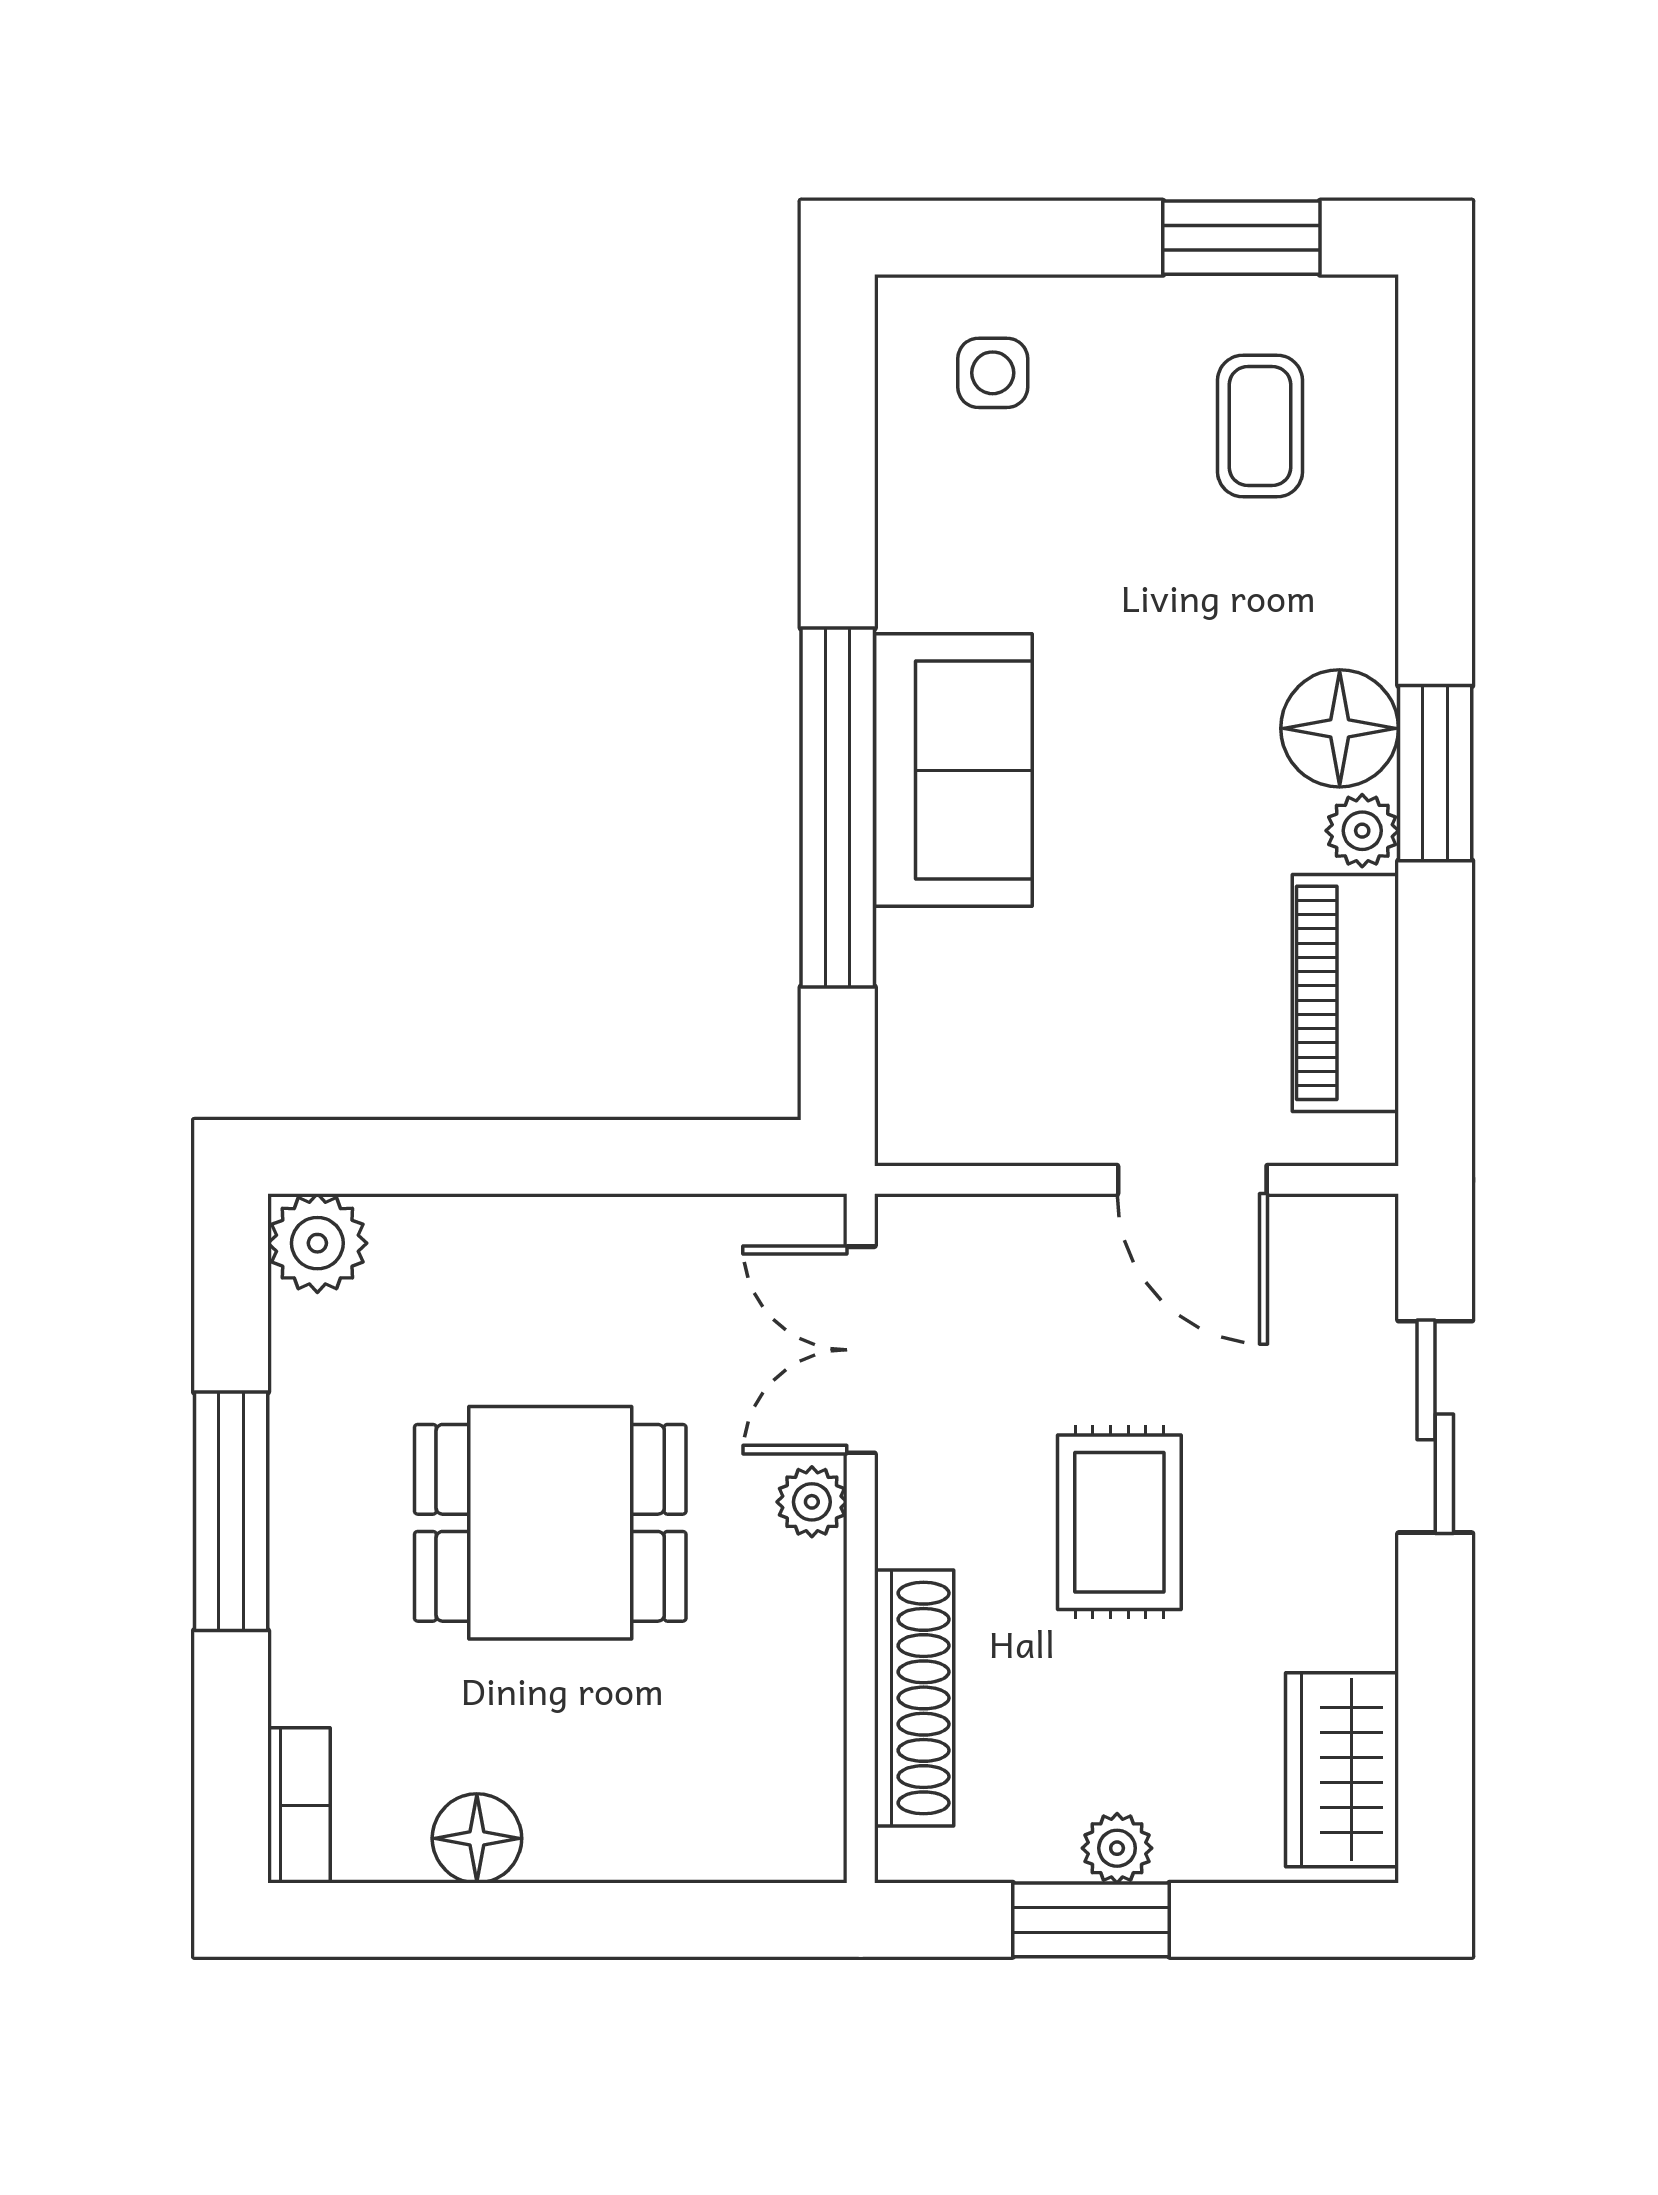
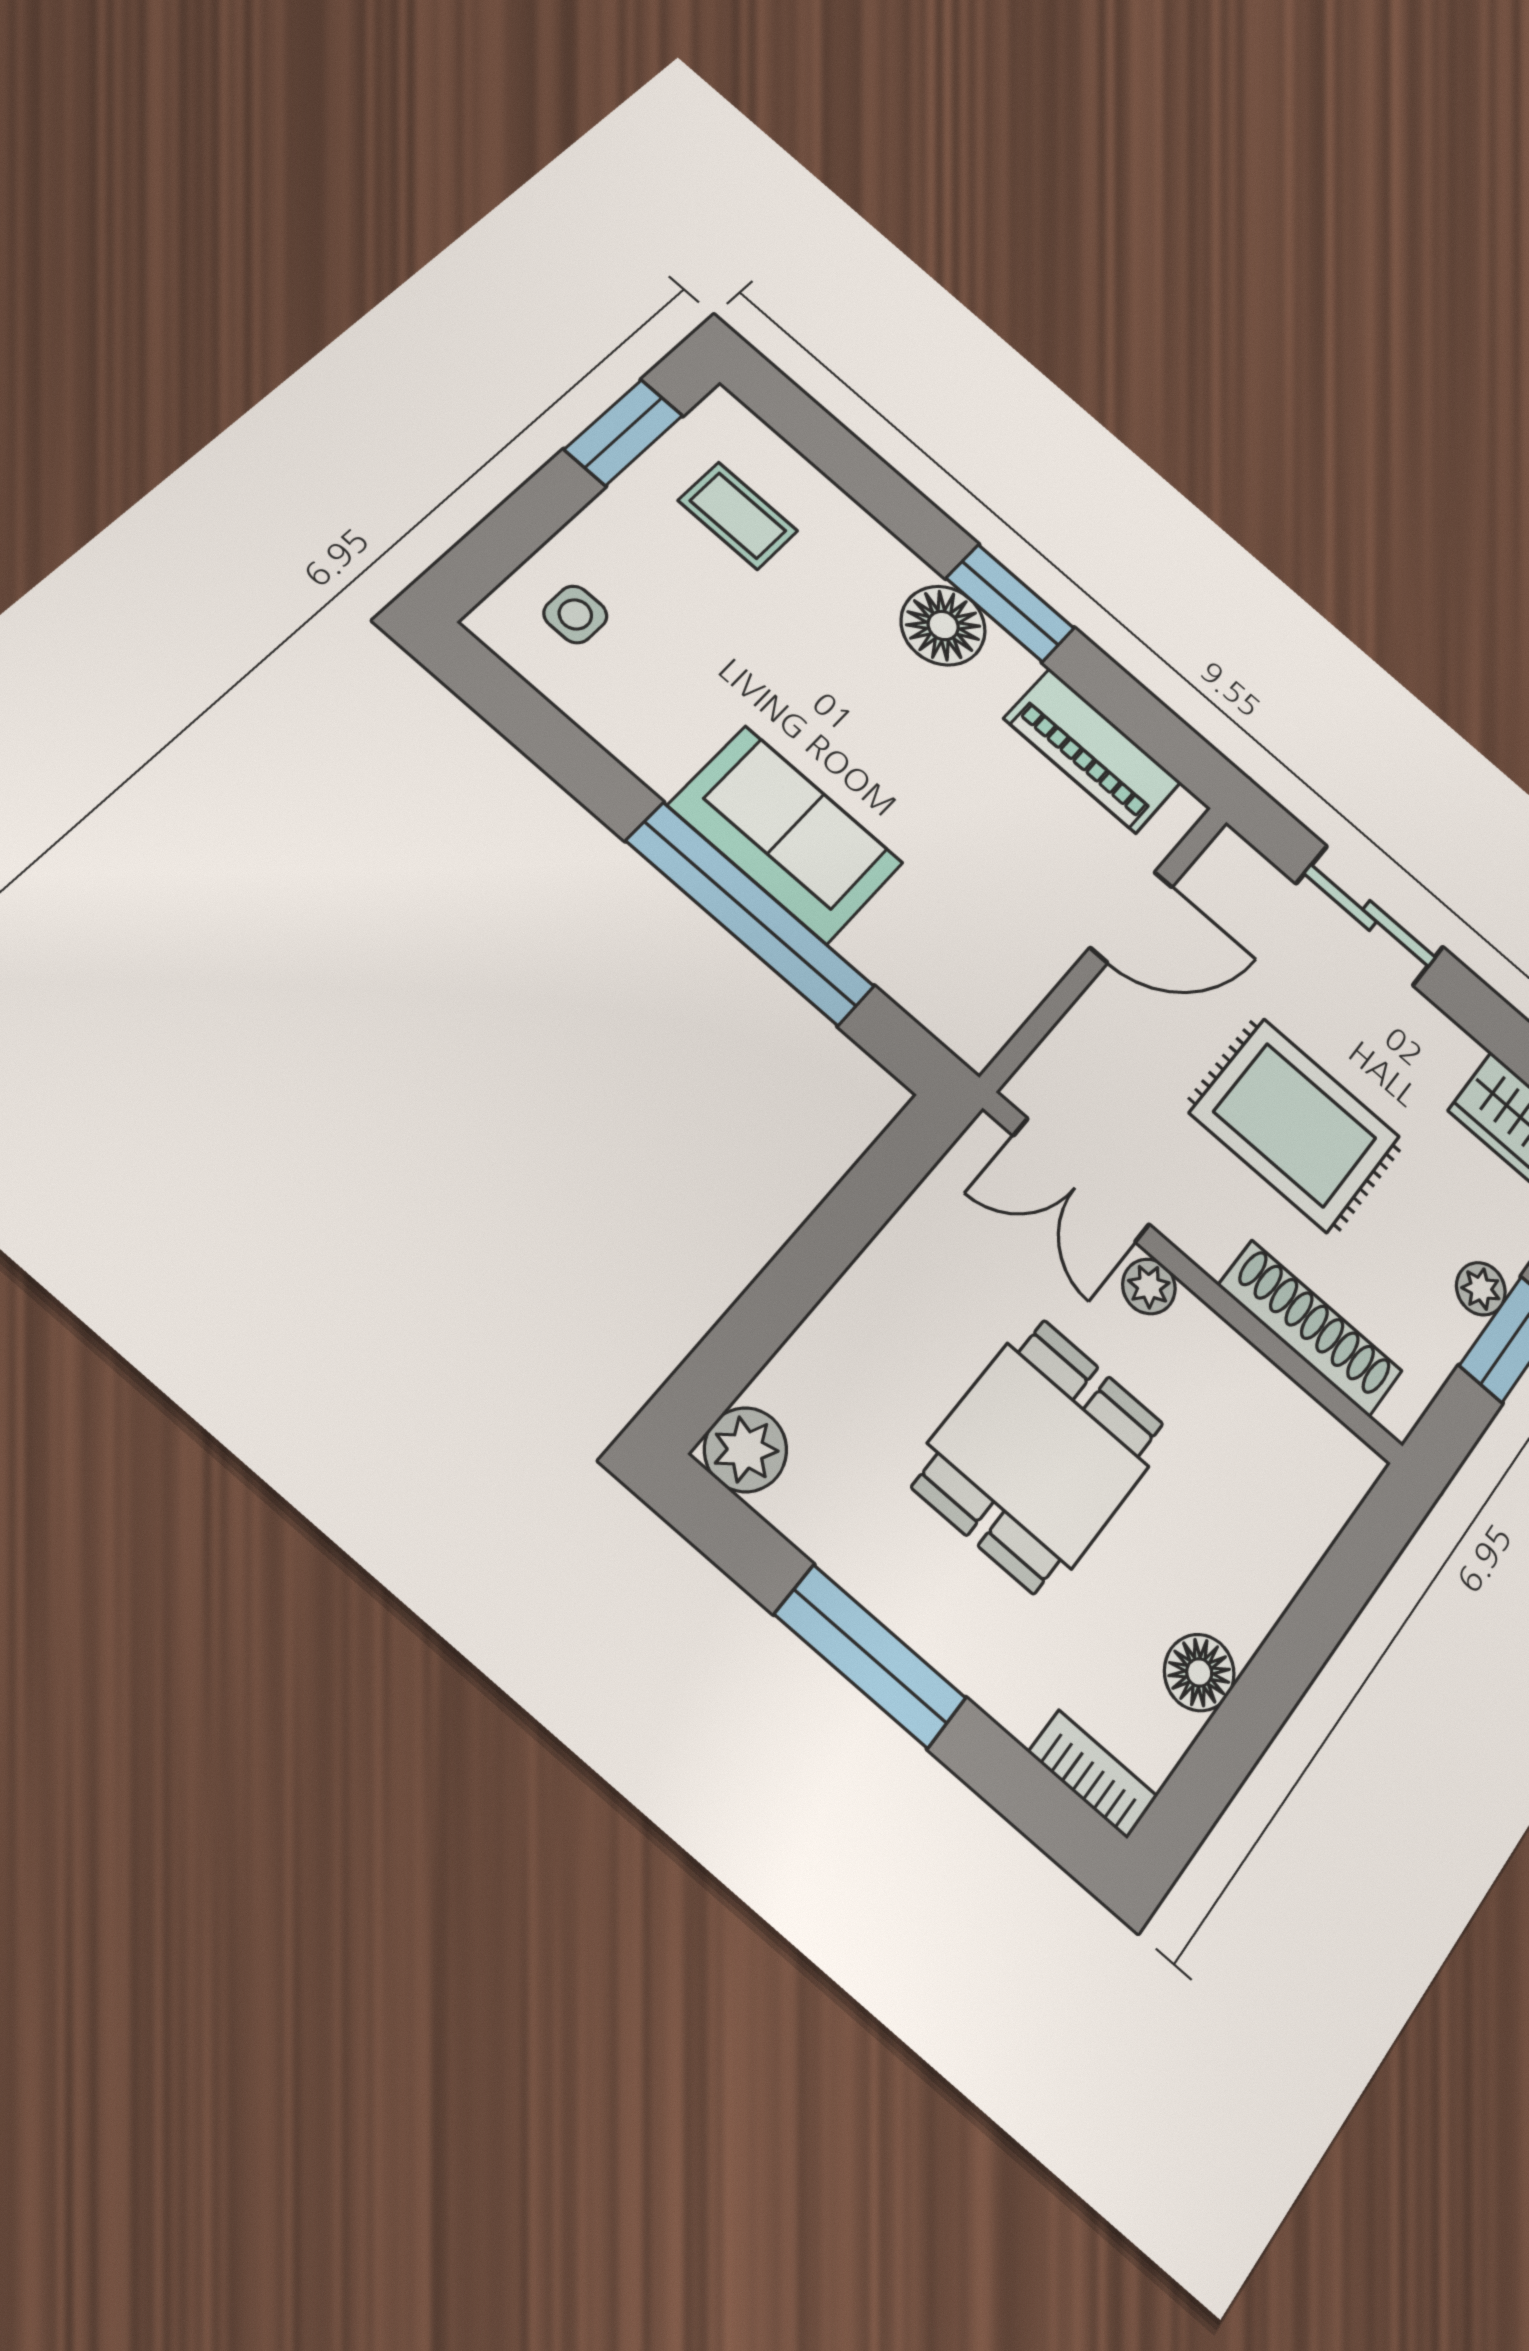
plant: (1362, 831) -> (1010, 664), removed
rug: (1119, 1522) -> (1295, 1125), width x1.36, depth x1.43

